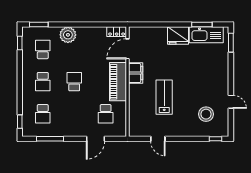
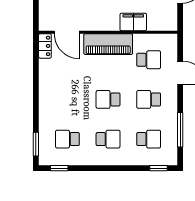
plant: (68, 35) -> (49, 107), removed
filing cabinet: (136, 73) -> (133, 22), moved
school desk: (74, 114) -> (149, 99), added

